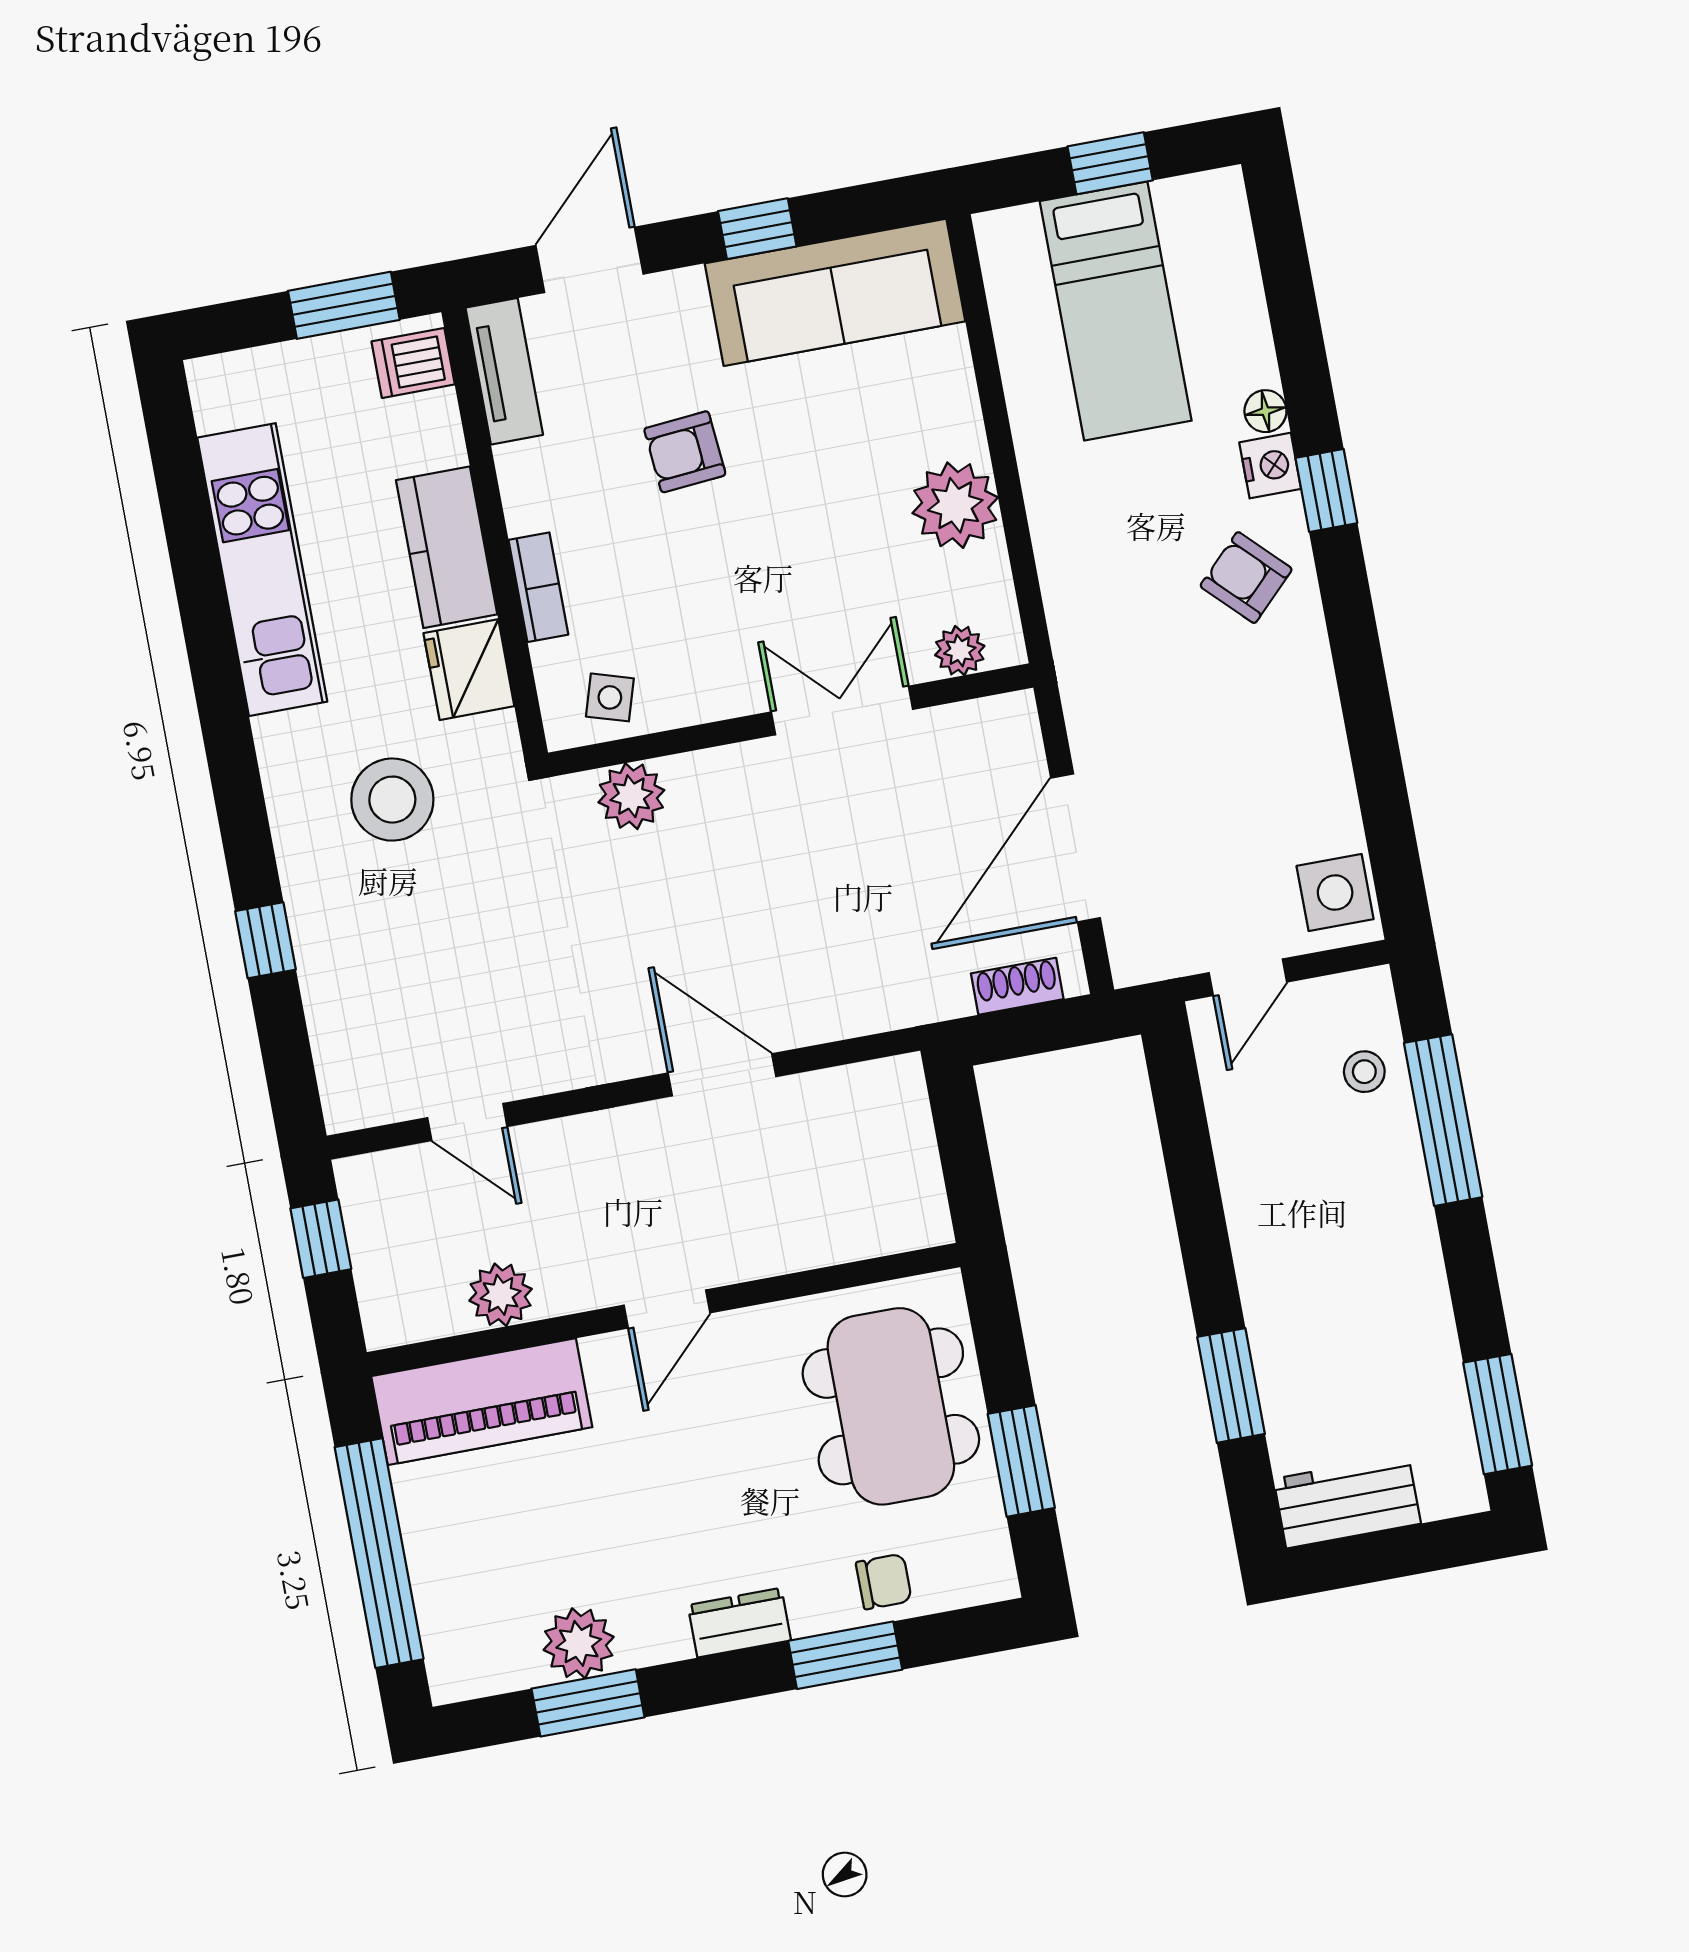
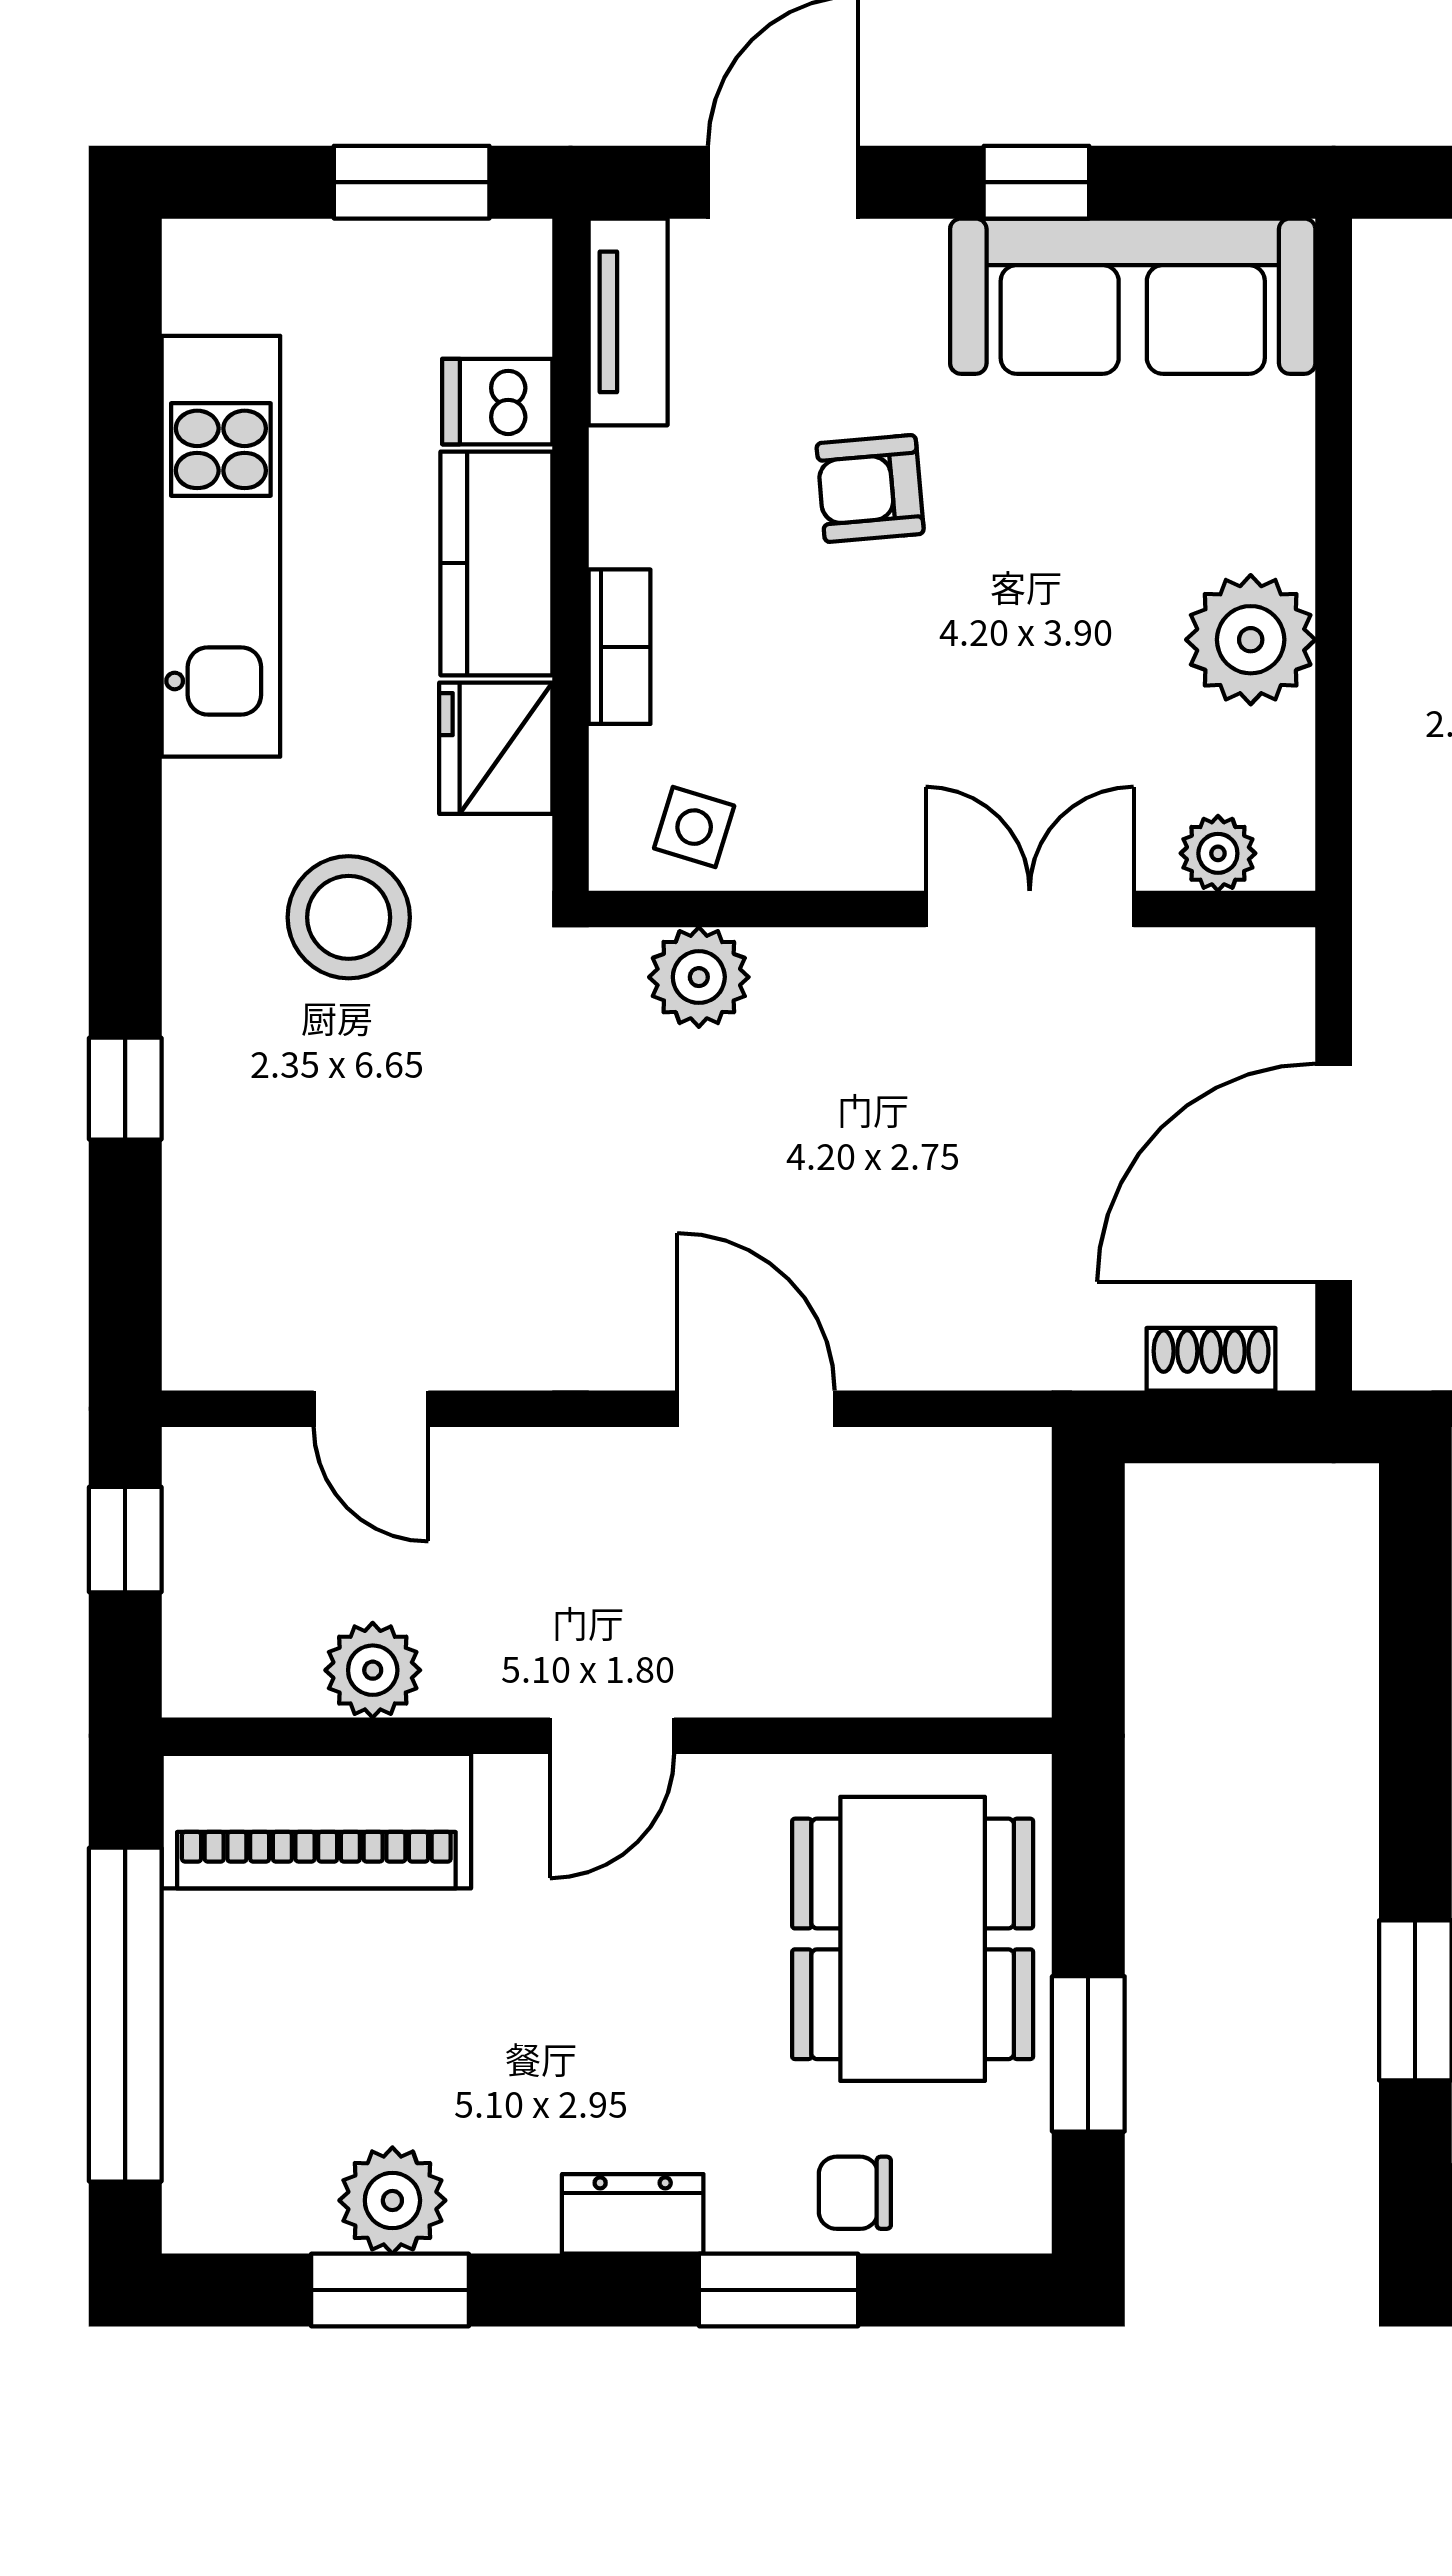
dishwasher: (413, 363) -> (497, 402), moved
chair: (884, 1582) -> (855, 2193), turned 180

